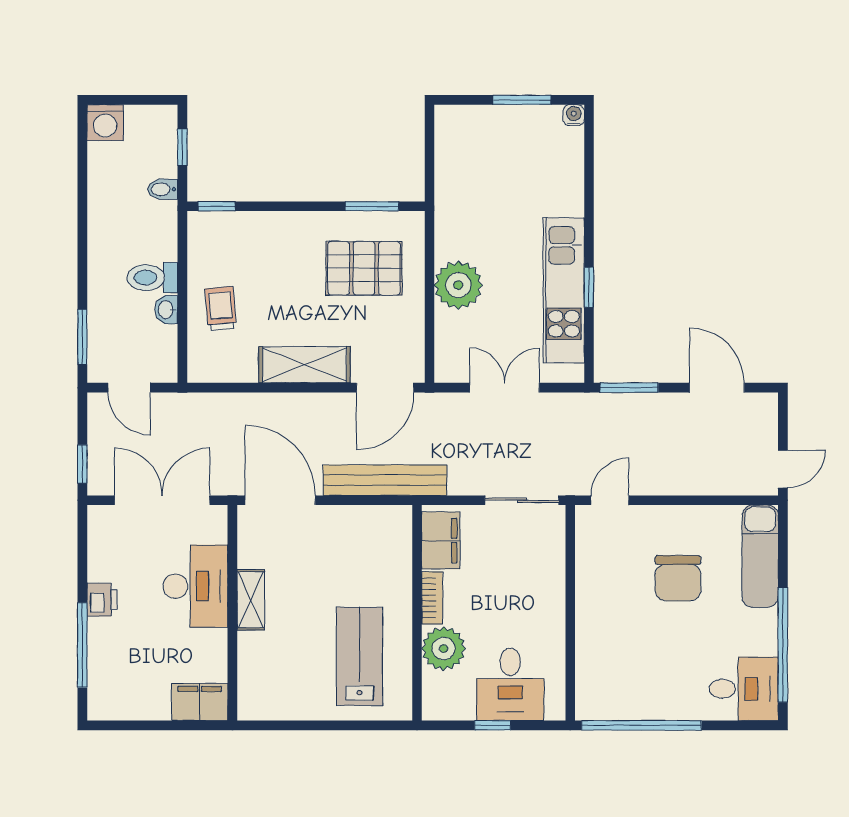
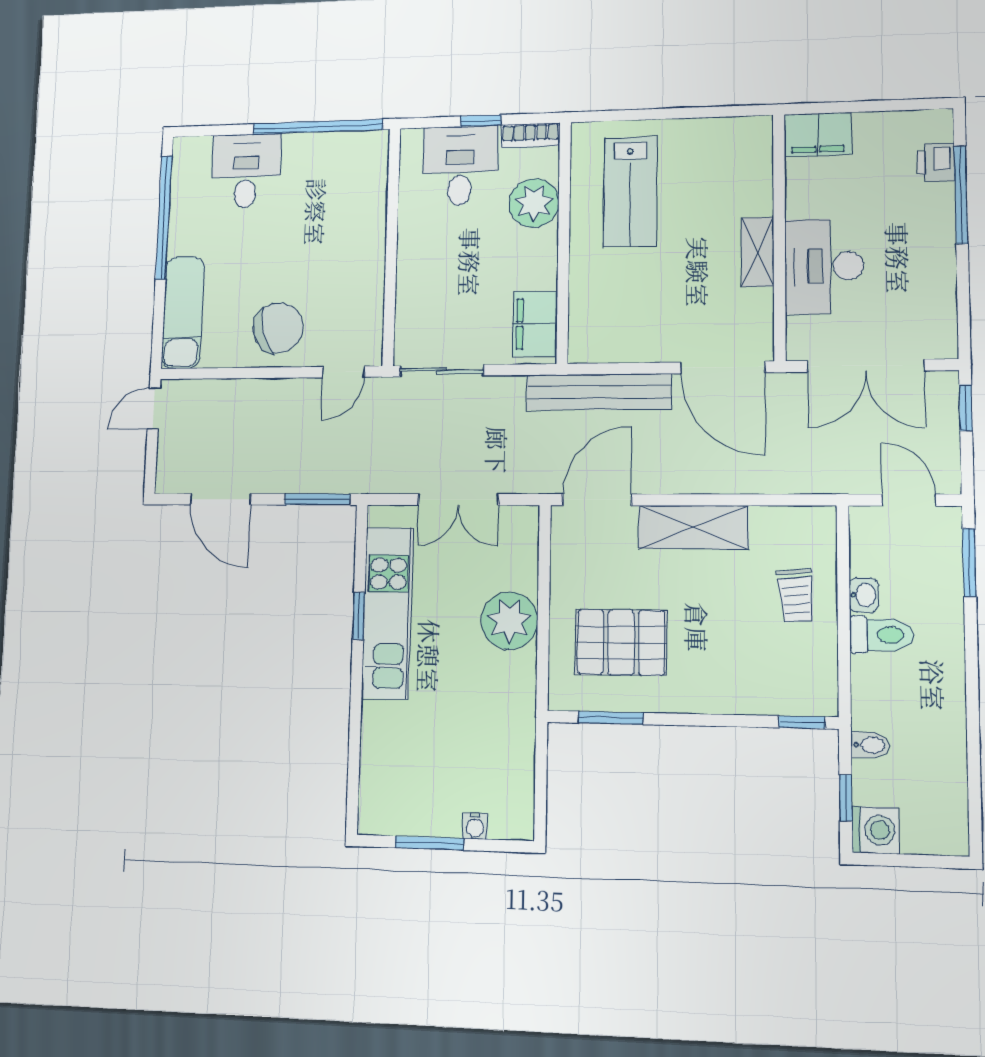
water cooler: (574, 115) -> (475, 826), moved
washing machine: (105, 123) -> (875, 830), moved, turned 90
chair: (678, 578) -> (278, 328), moved, turned 74
bookcase: (432, 598) -> (530, 135), moved, turned -90
printer: (102, 600) -> (936, 162), moved
desk: (744, 689) -> (246, 171), moved, turned 90

